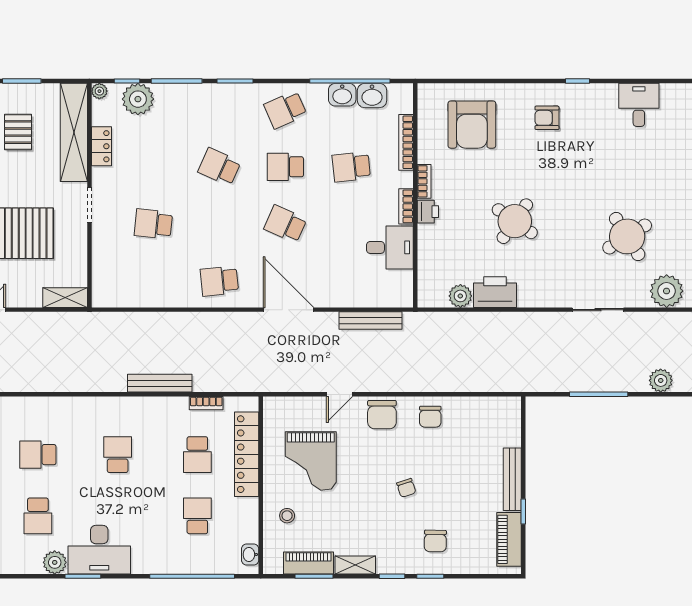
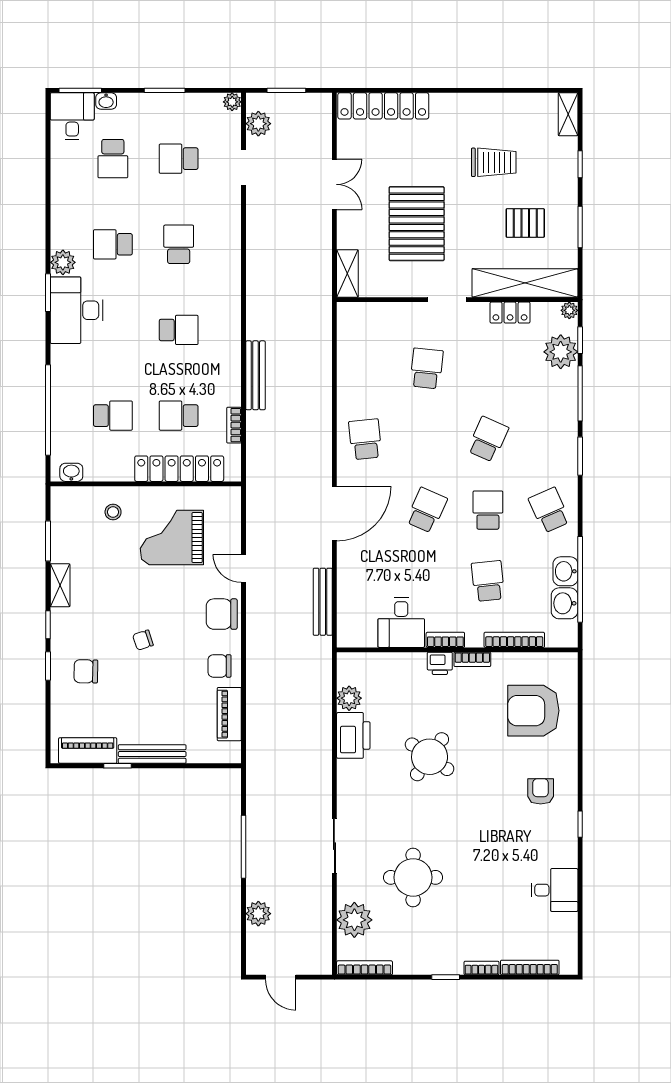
round table: (627, 236) -> (413, 877), turned 32
piano: (308, 563) -> (229, 714), moved, turned 180

